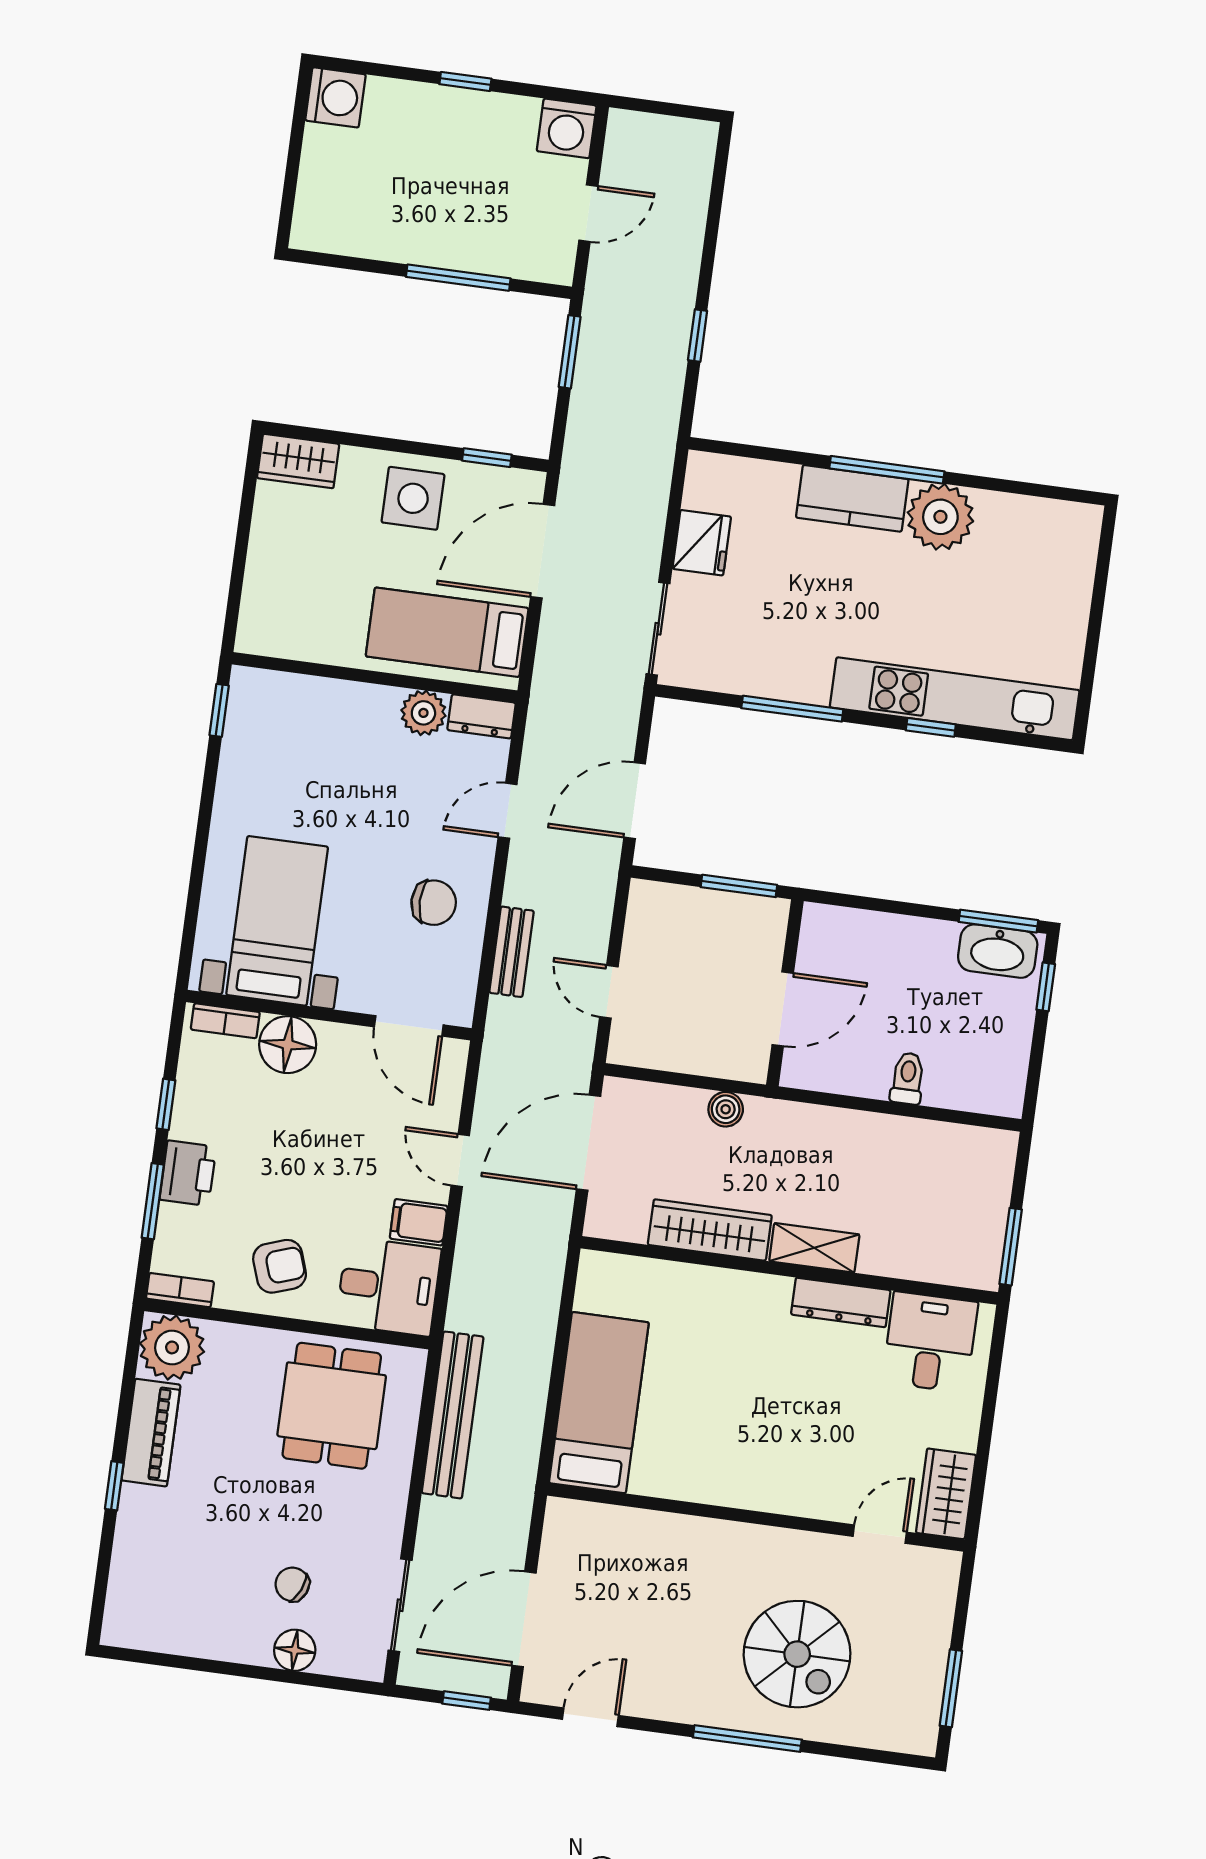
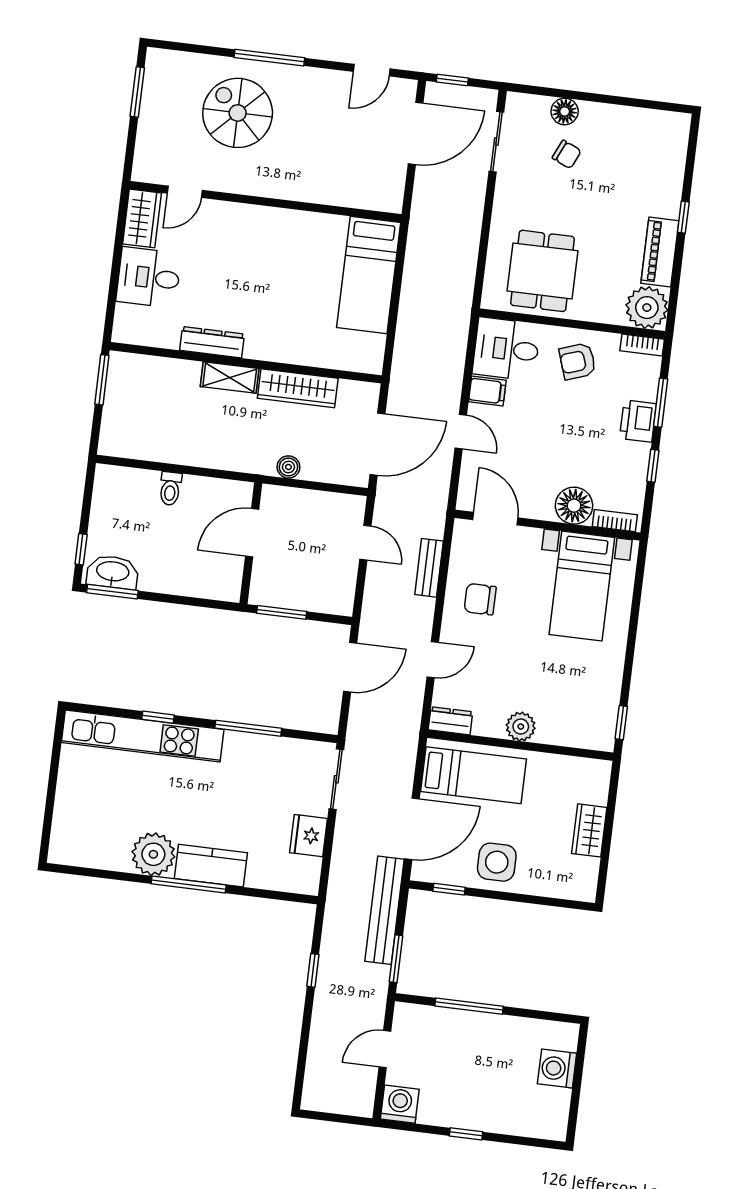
washing machine: (335, 97) -> (557, 1069), moved
wardrobe: (298, 461) -> (589, 830), moved, turned -90
plant: (423, 713) -> (521, 727), moved
desk: (930, 1342) -> (149, 277), moved, turned 90
bench: (453, 1415) -> (385, 910), moved

